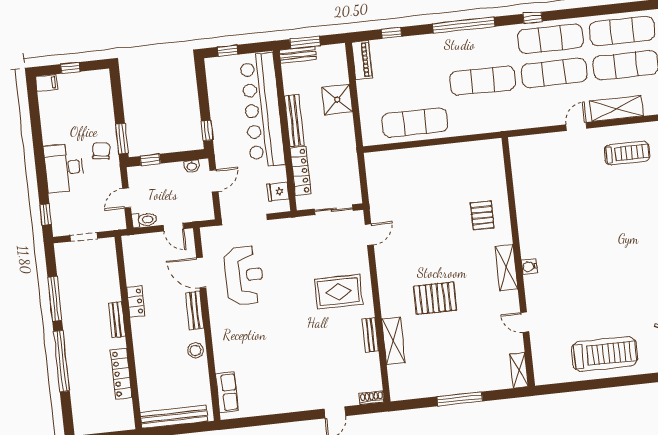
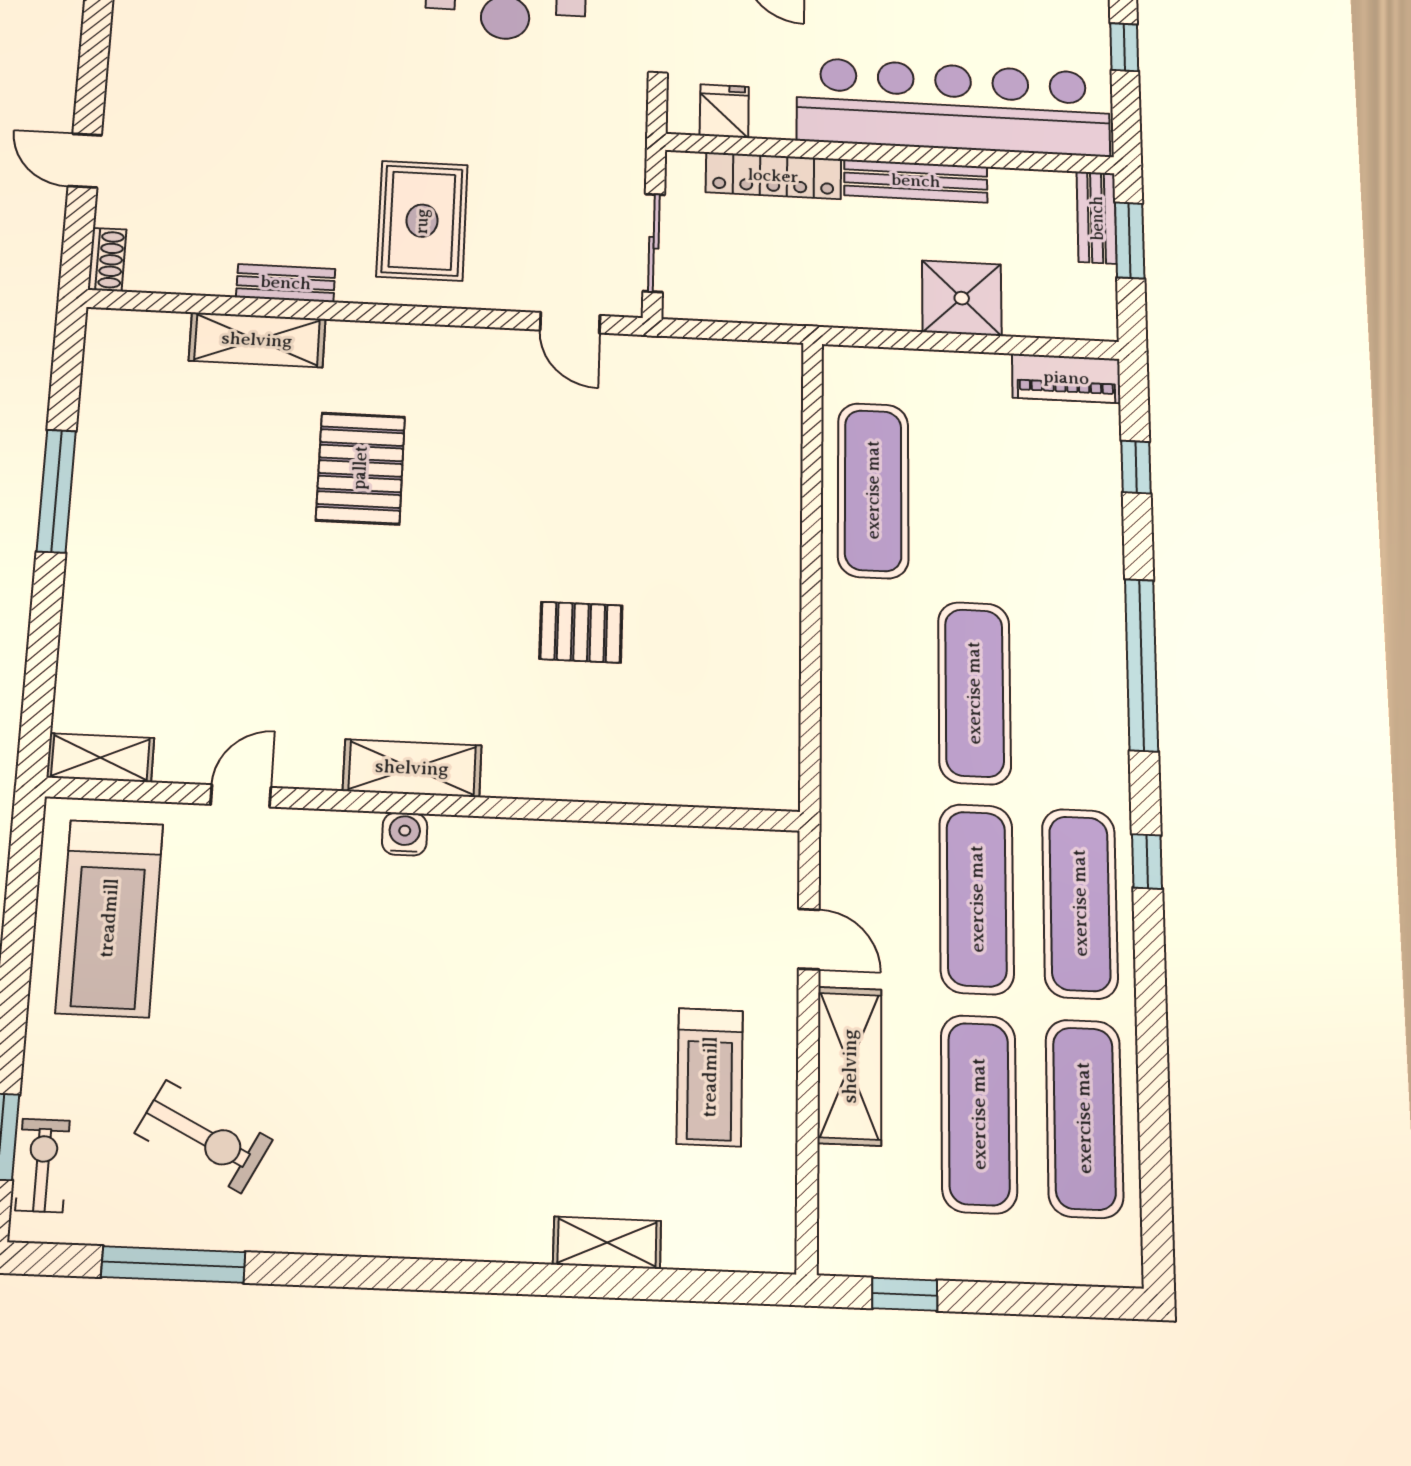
wall: (518, 262) -> (424, 804), moved
water cooler: (529, 267) -> (405, 834), moved
shelving: (506, 268) -> (412, 768), moved
door: (525, 322) -> (241, 796), moved
shelving: (519, 370) -> (100, 758), moved

